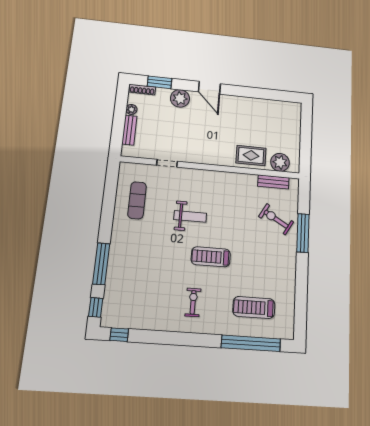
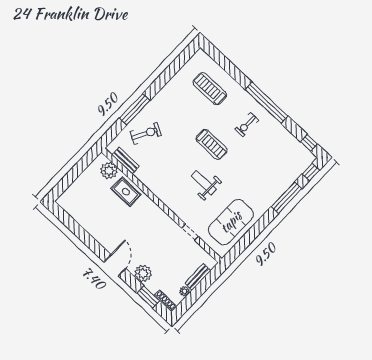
exercise mat: (137, 200) -> (231, 222), width x2.00, depth x1.45
exercise bike: (276, 219) -> (146, 134), turned -92
treadmill: (254, 307) -> (210, 89), turned 180
window: (251, 343) -> (267, 103), moved

